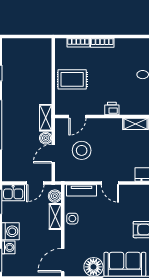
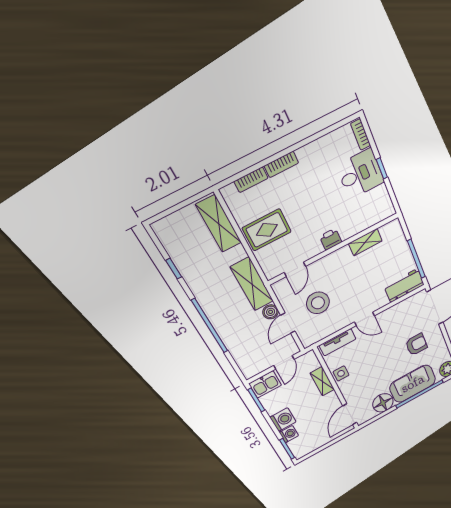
shelving: (44, 59) -> (219, 224), added
shelving: (46, 118) -> (252, 284), width x1.50, depth x1.33
boiler: (55, 196) -> (312, 363), removed

